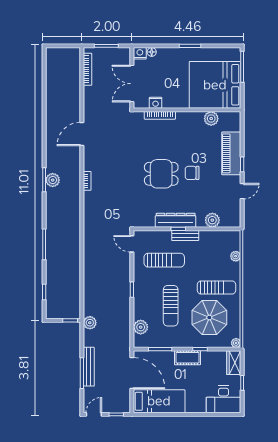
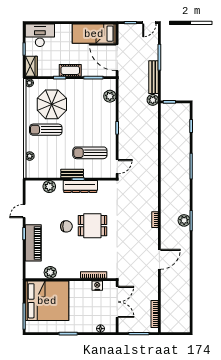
nightstand: (140, 53) -> (111, 327), removed
door: (132, 244) -> (117, 167), hinge flipped
sun lounger: (171, 306) -> (84, 114), removed
bench: (89, 367) -> (154, 77), moved

